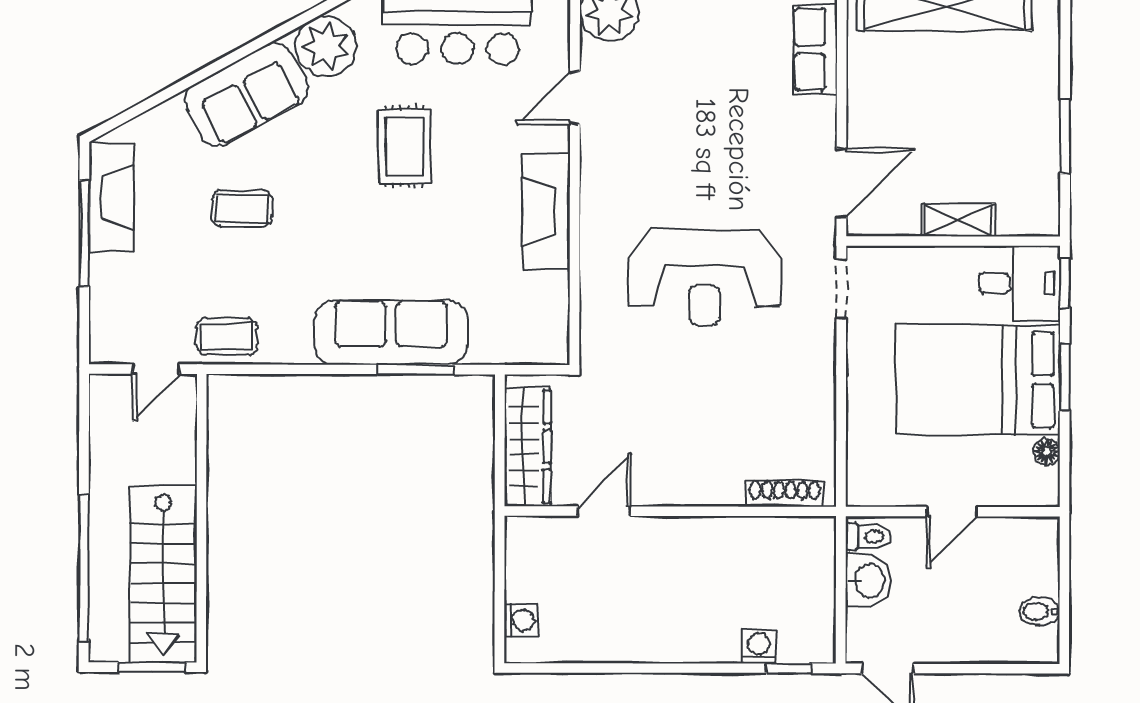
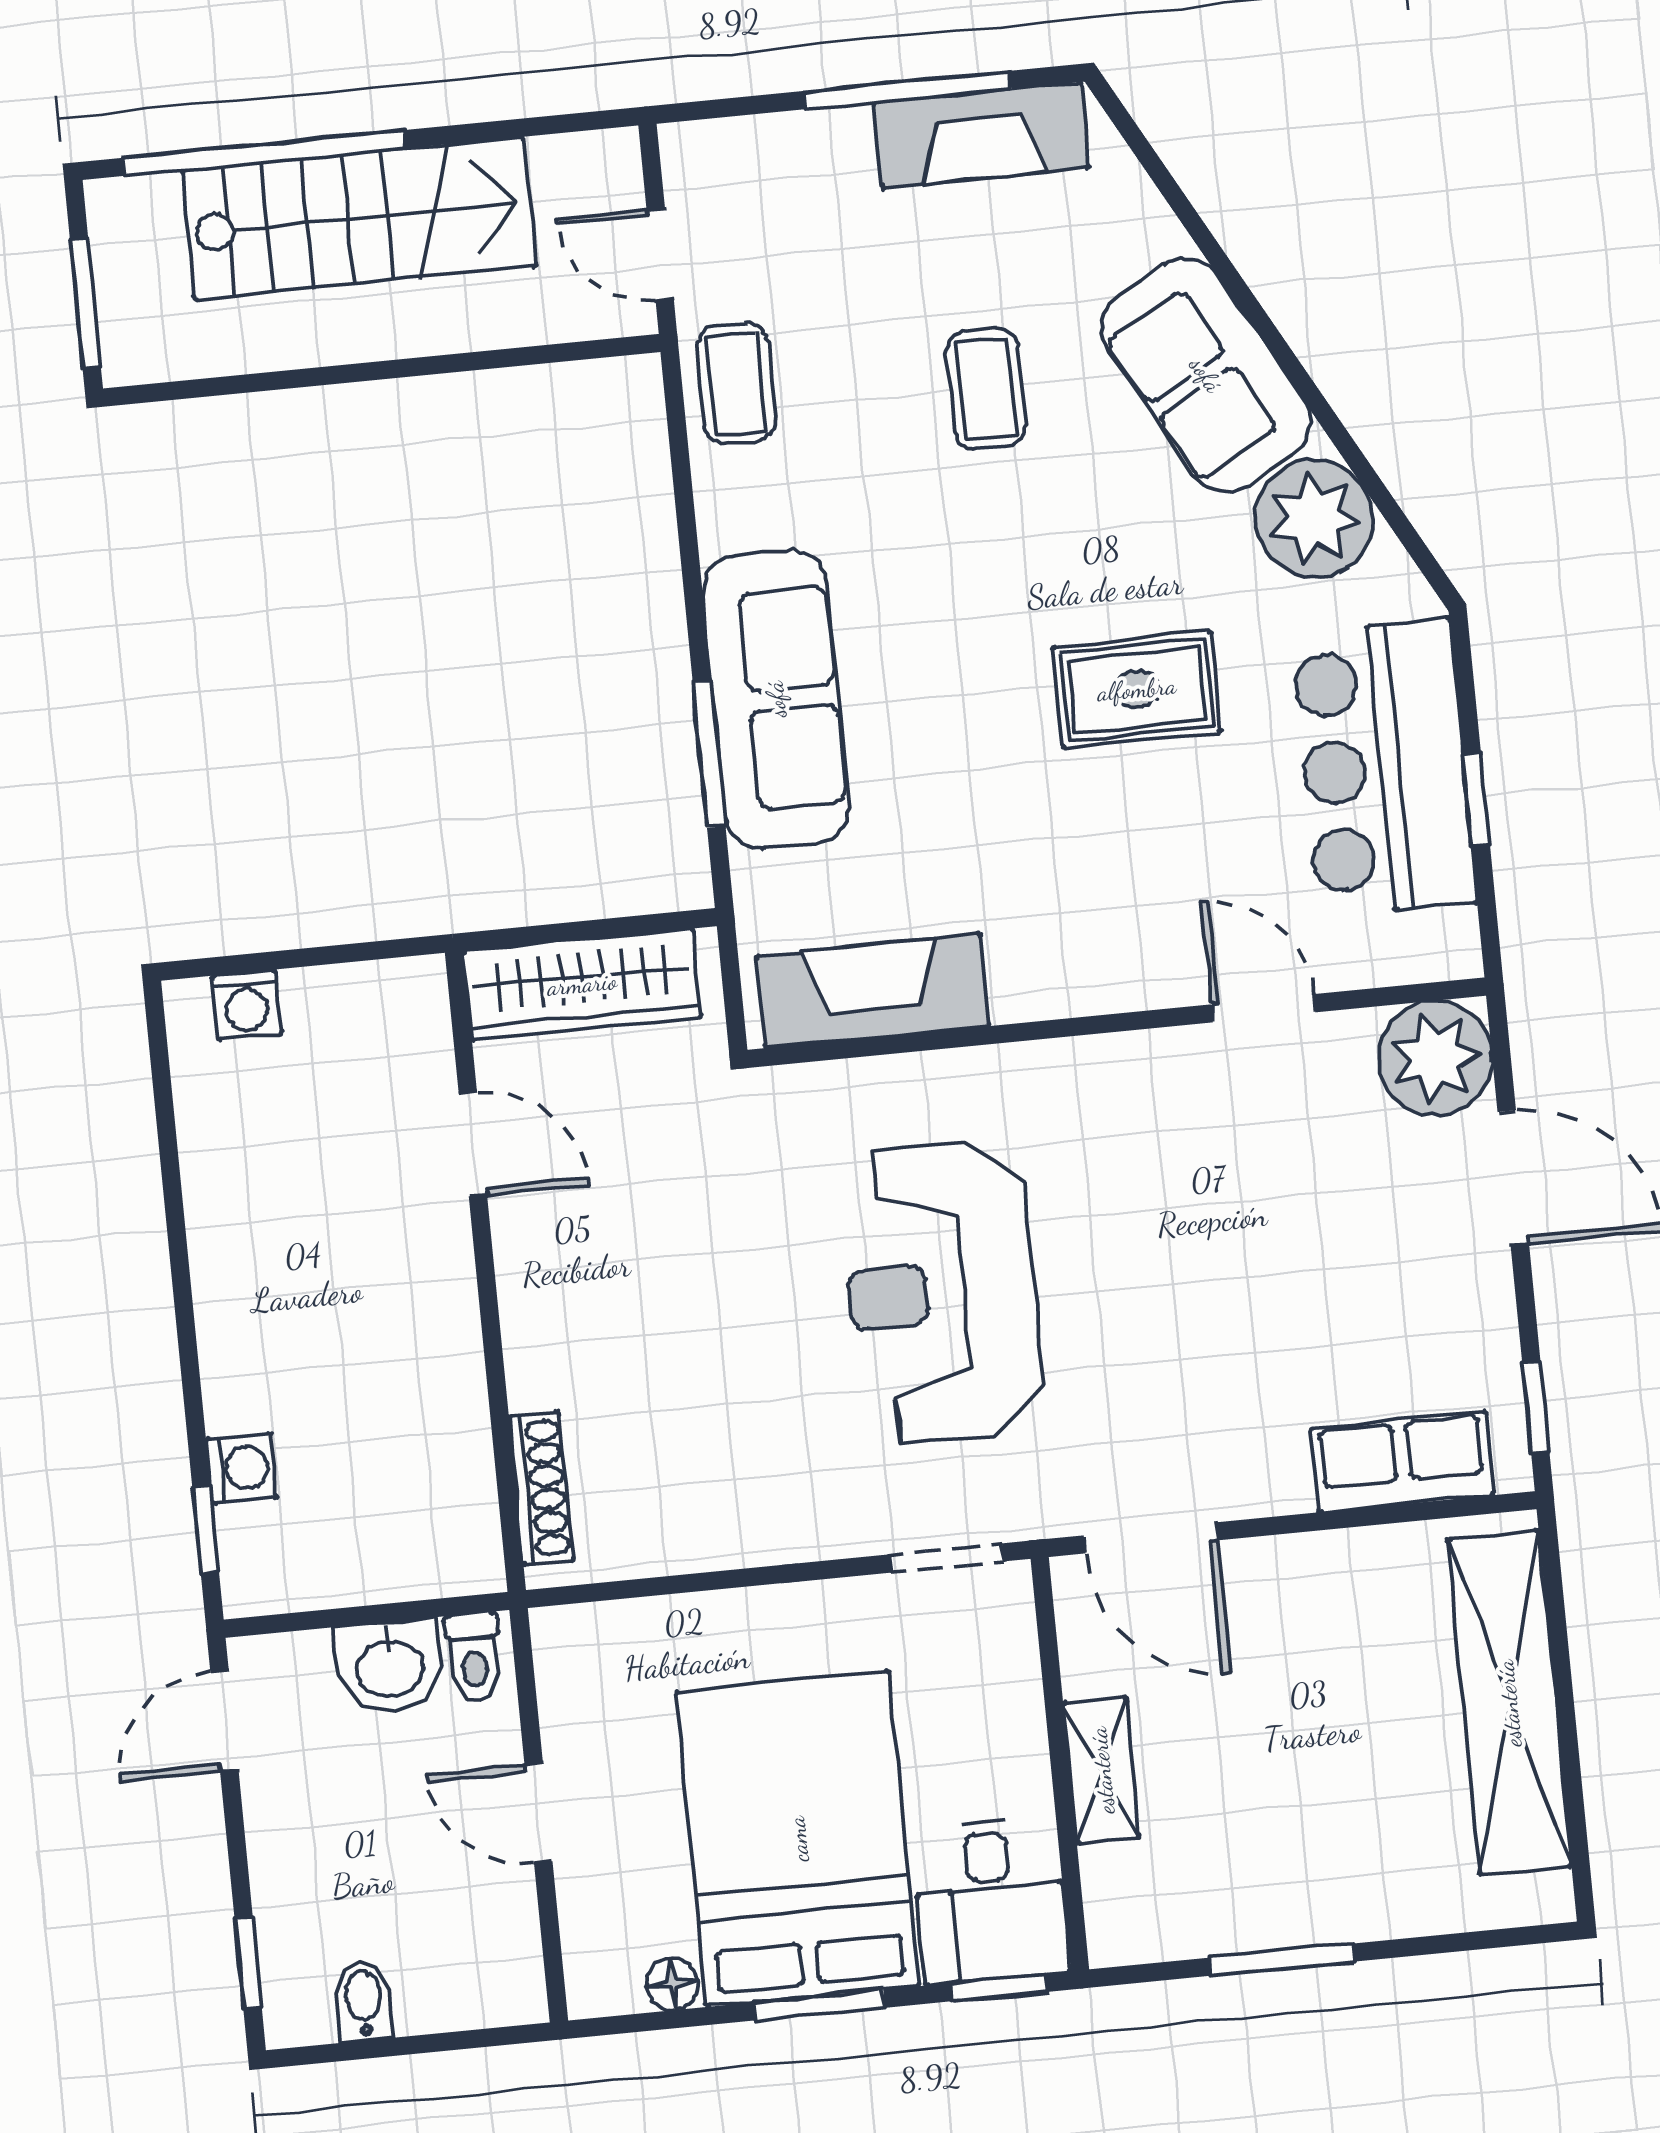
fireplace: (546, 212) -> (873, 991), moved
stairs: (163, 574) -> (359, 218), moved, turned 180
window: (1014, 669) -> (248, 1963), added

